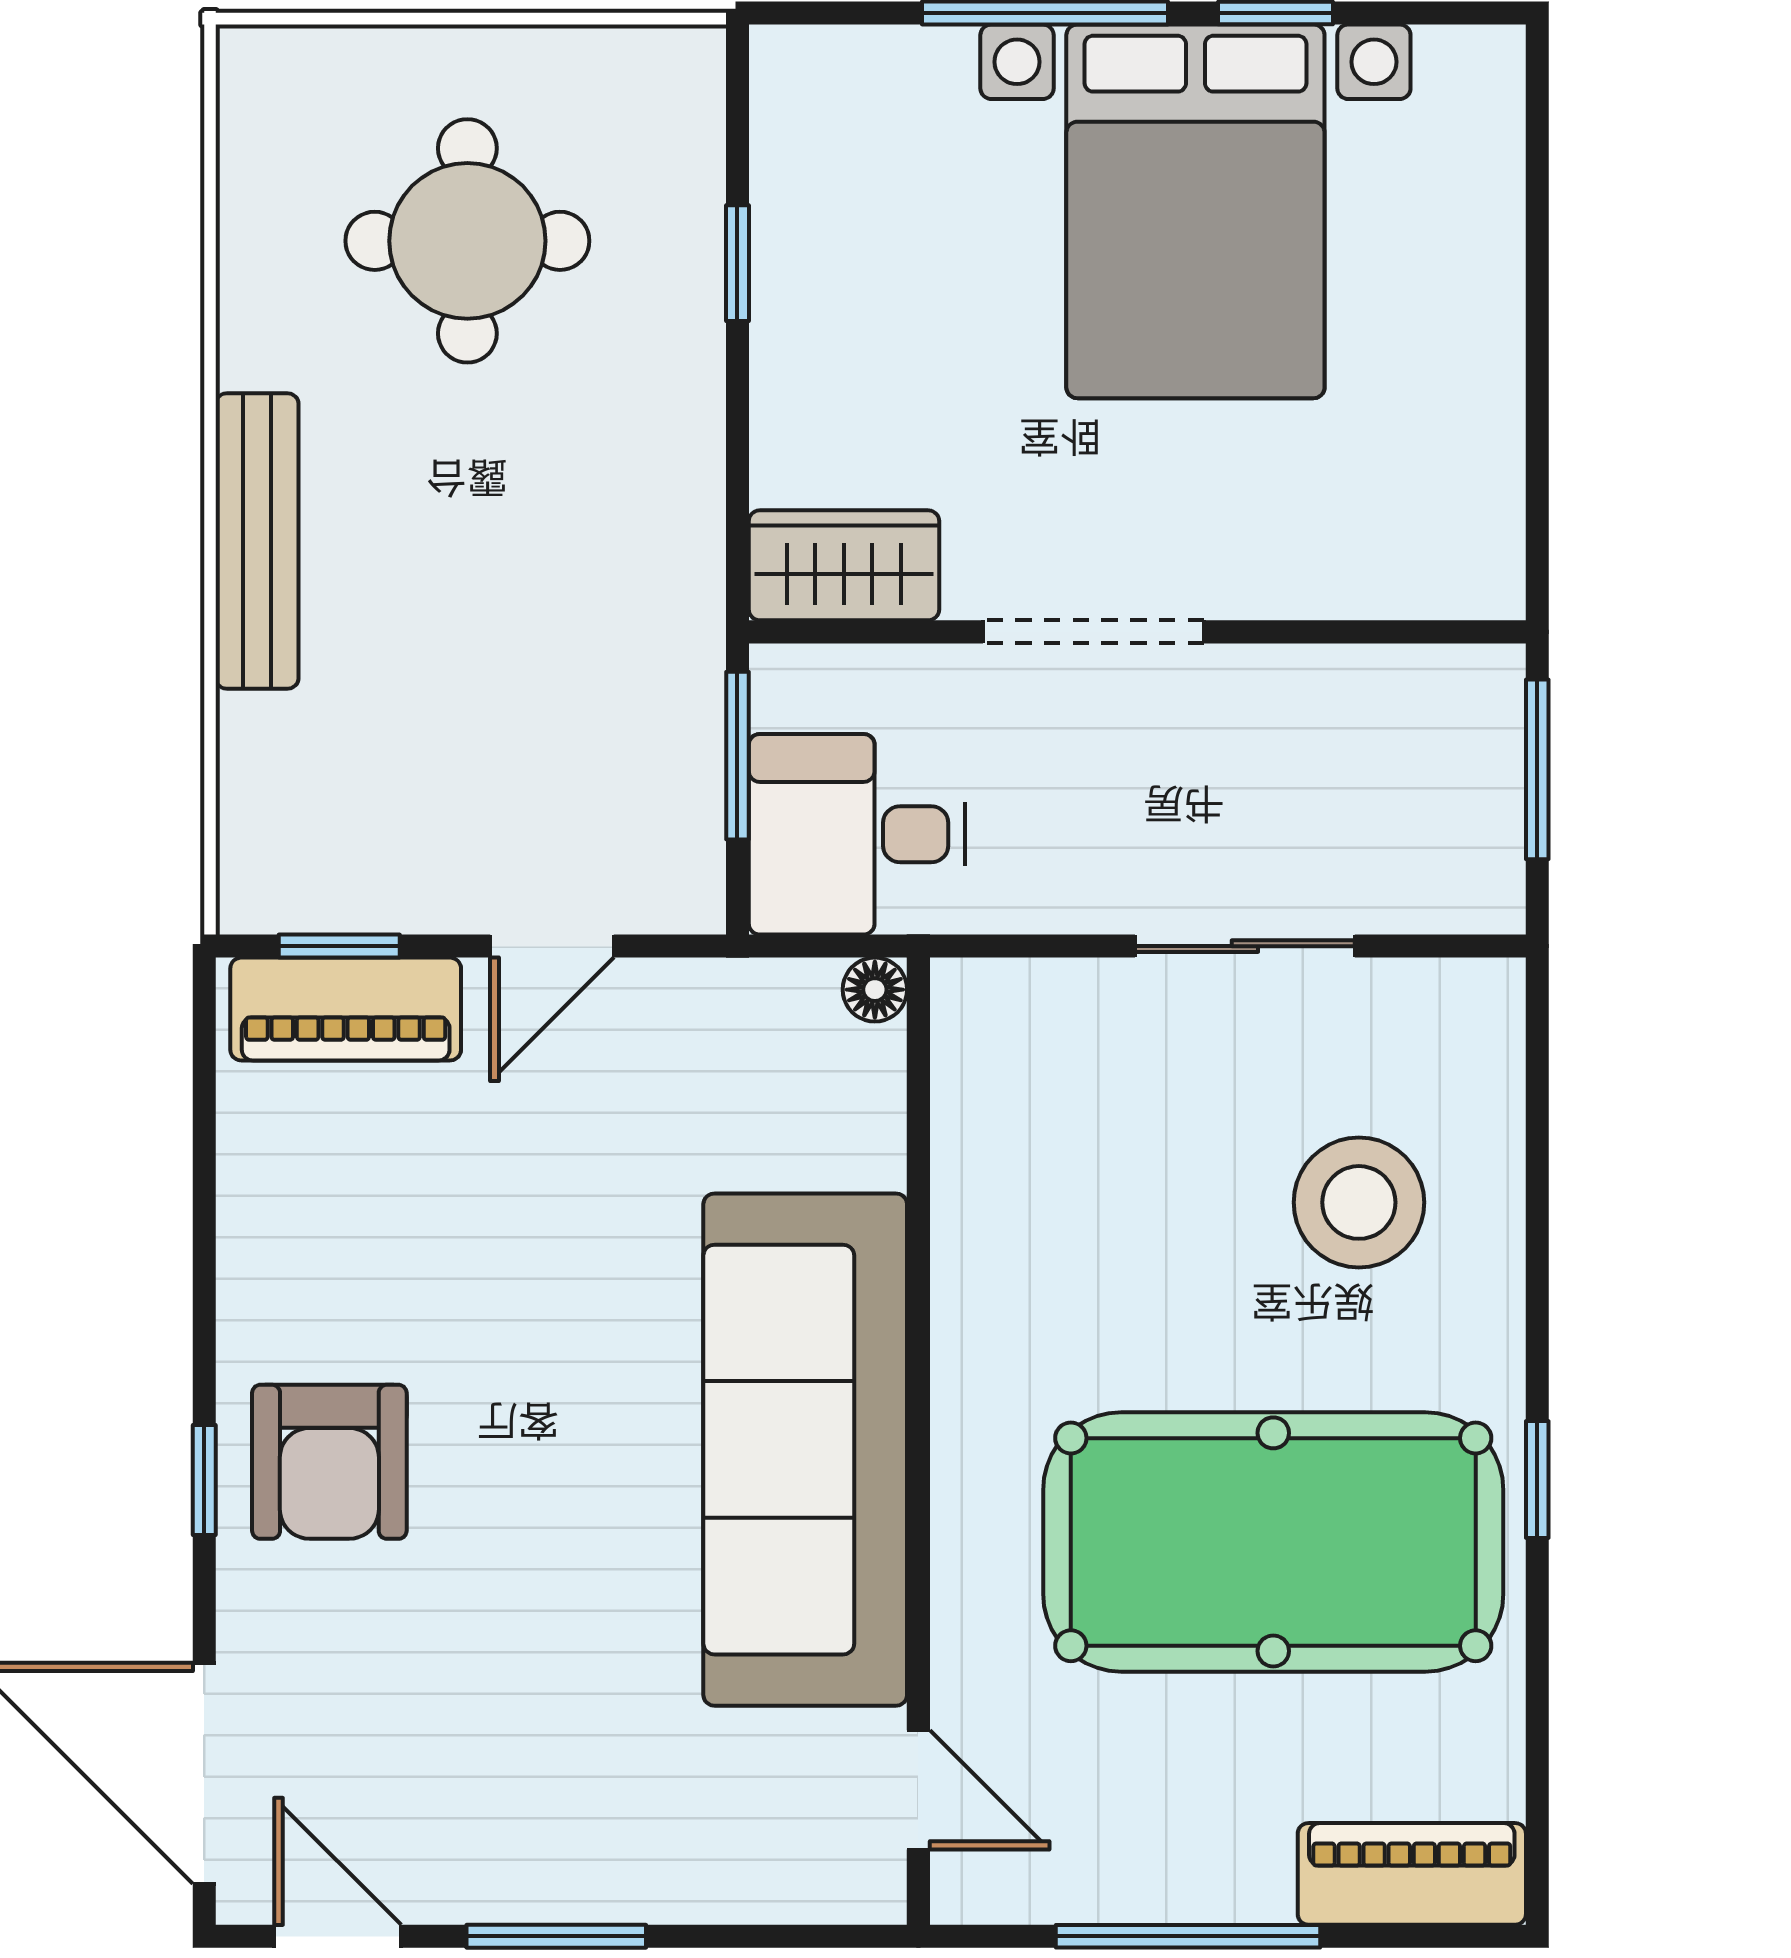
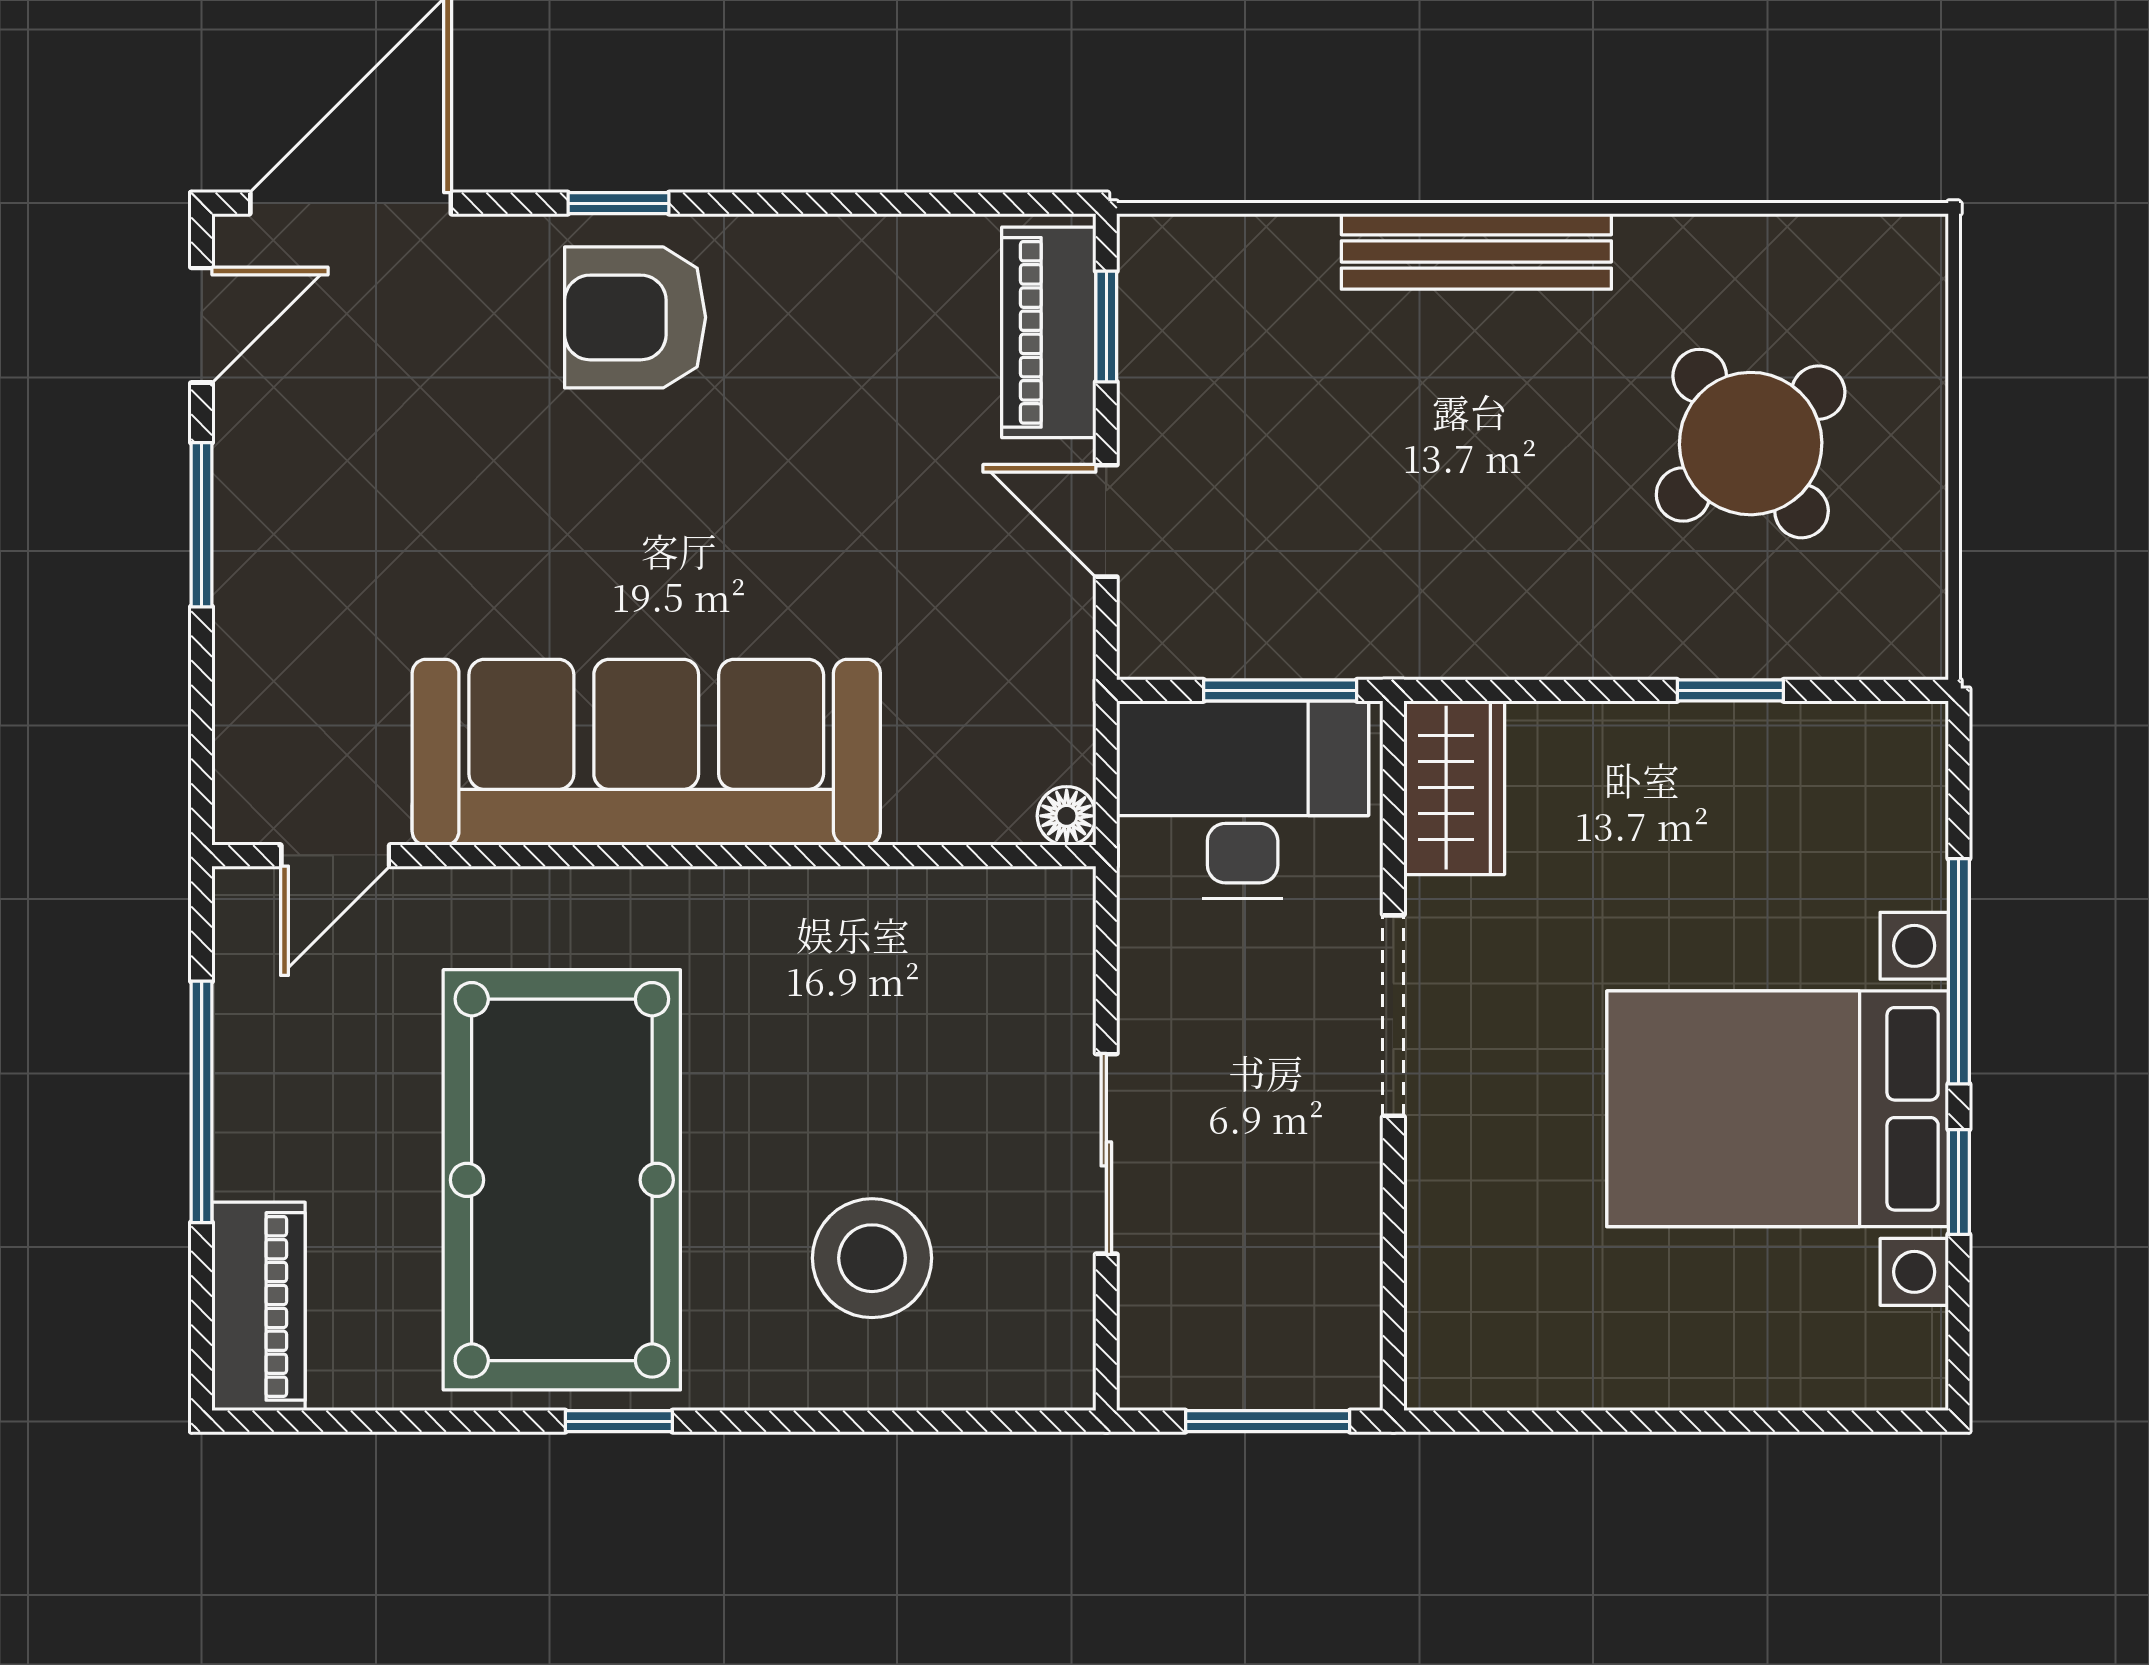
round table: (467, 241) -> (1751, 444), turned -37
desk: (857, 834) -> (1243, 800), width x1.37

